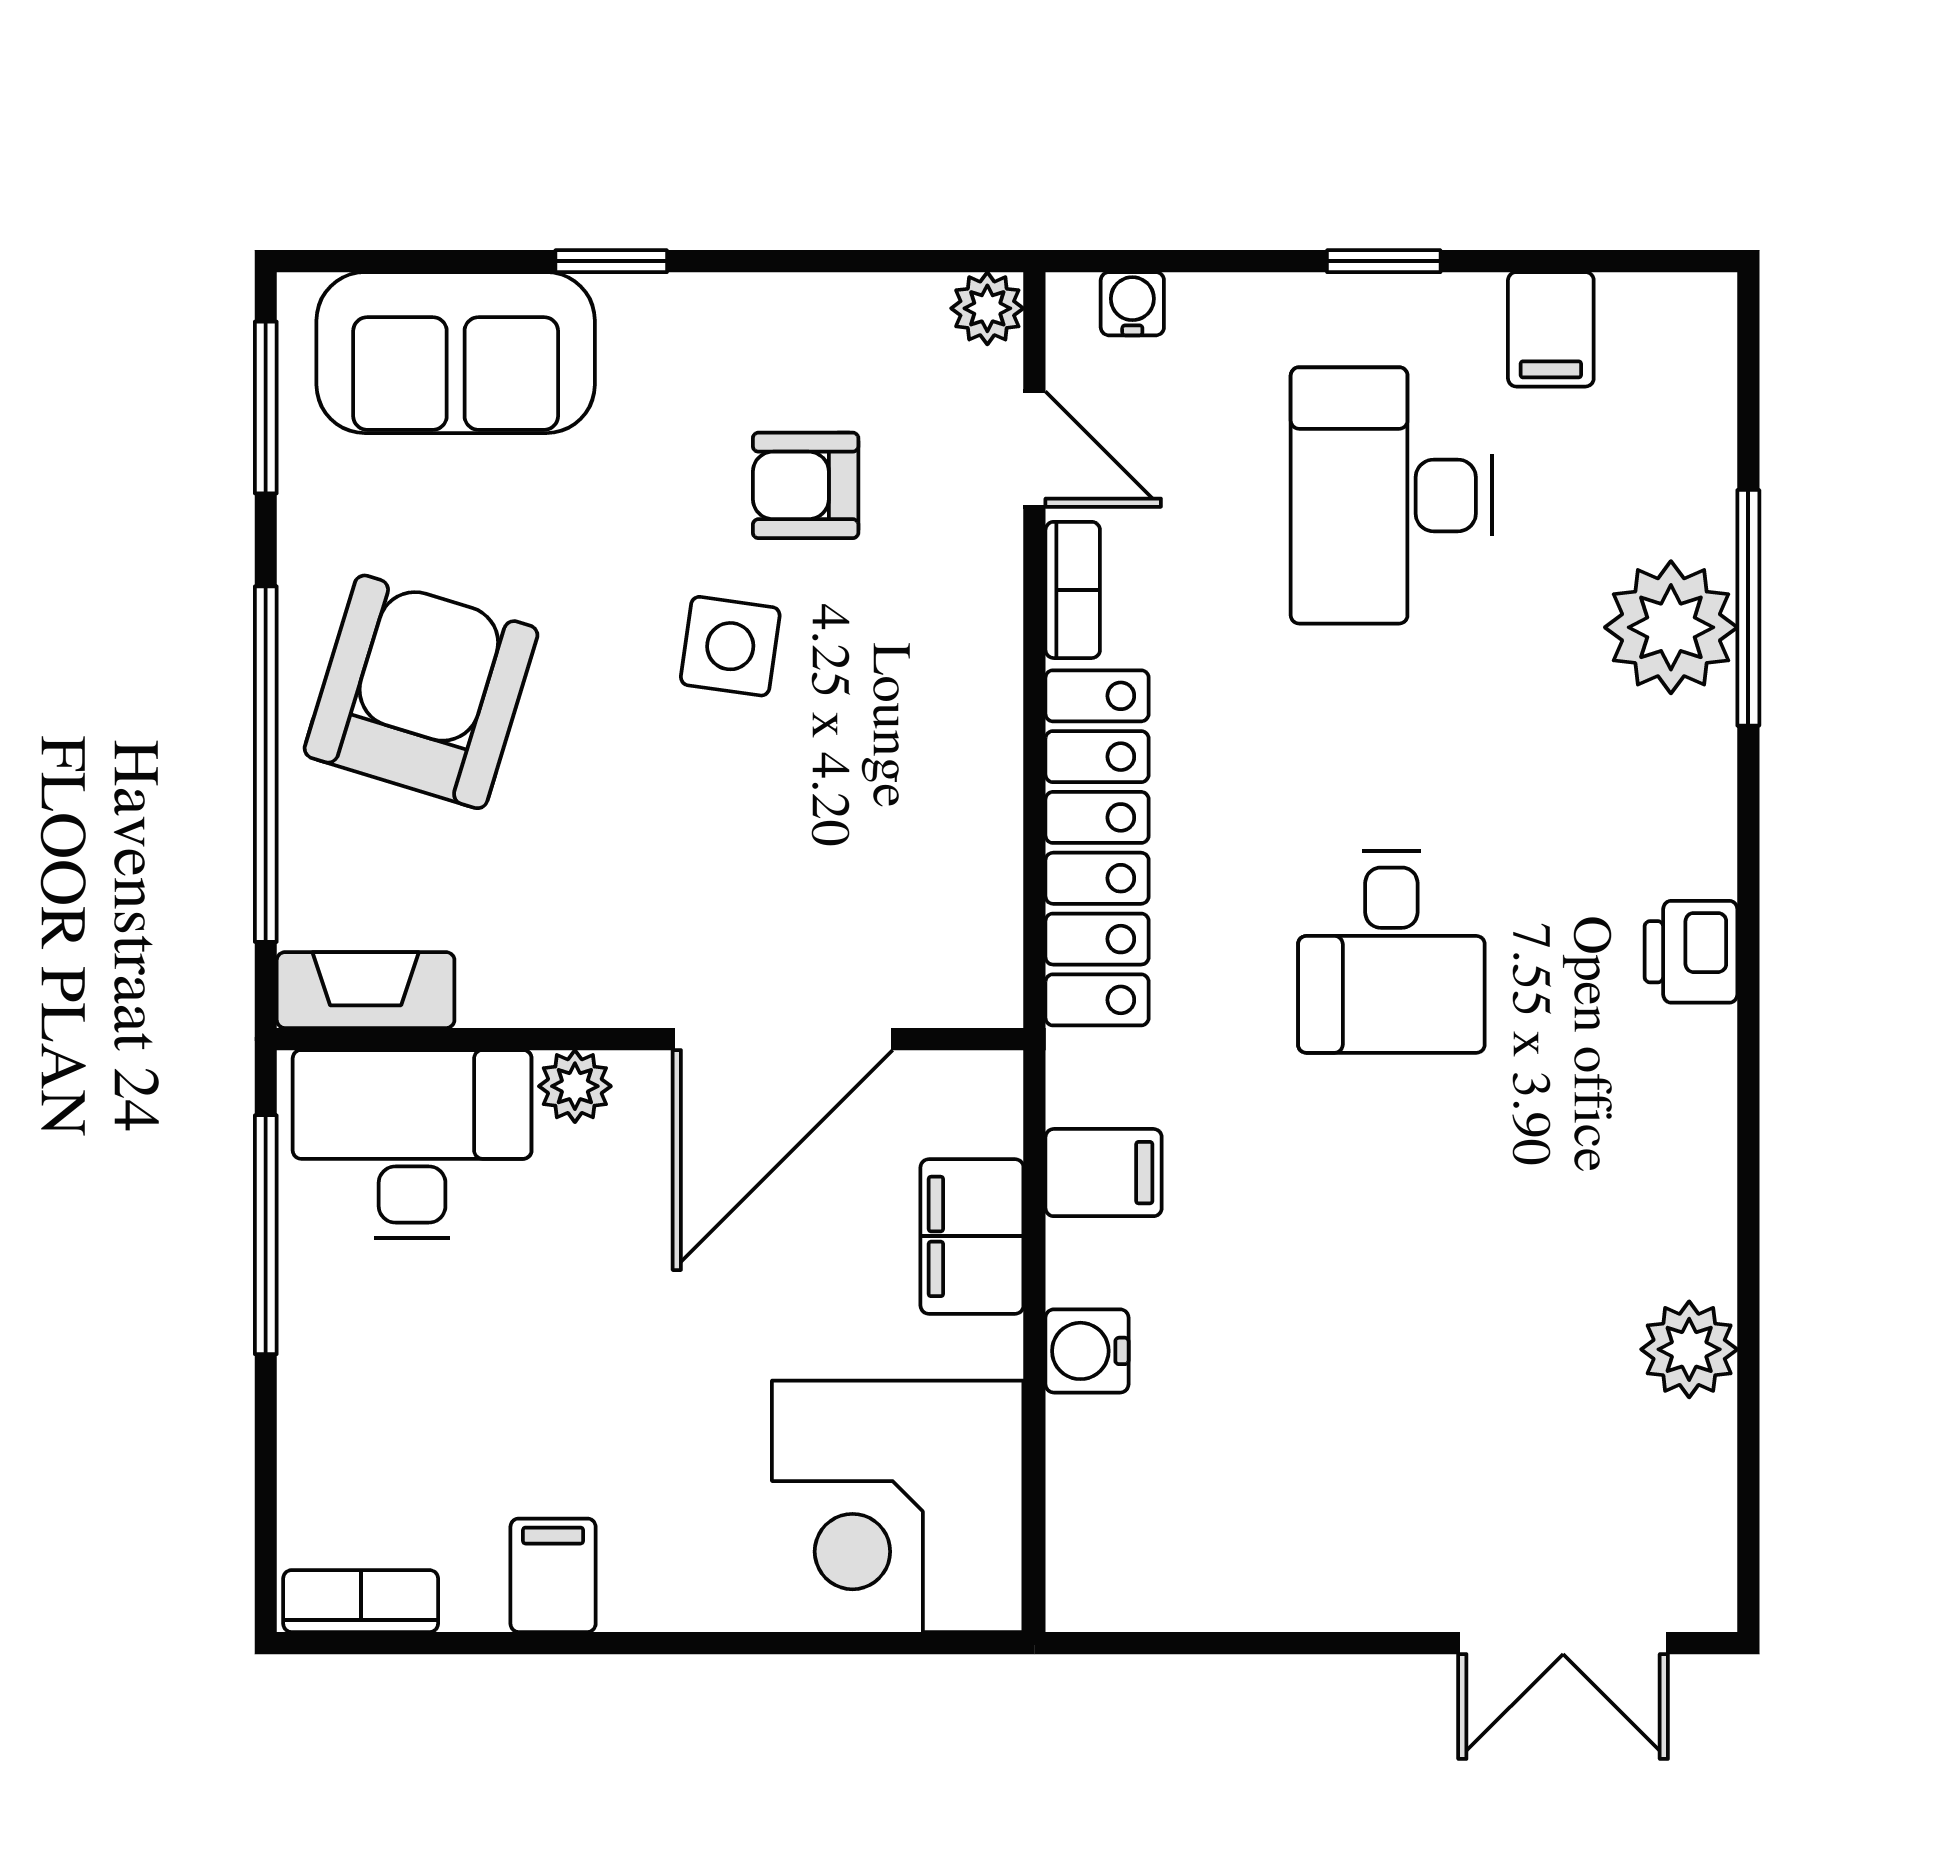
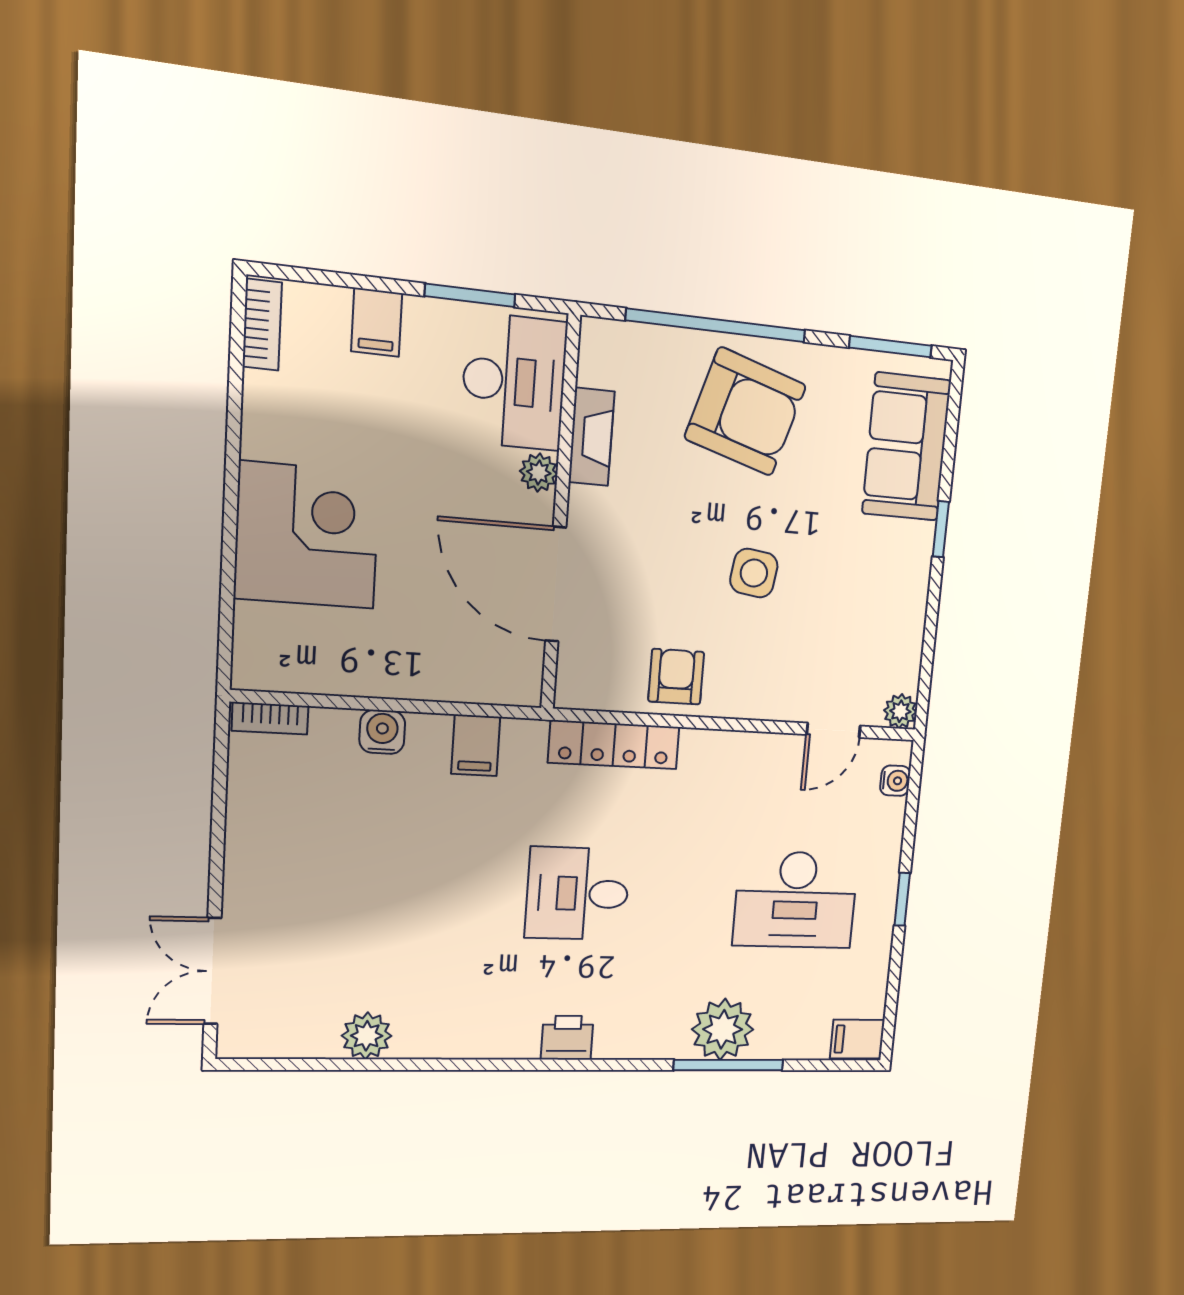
filing cabinet: (1551, 329) -> (857, 1039), moved
armchair: (806, 485) -> (676, 677), moved
desk: (1391, 495) -> (796, 900), turned 180
bookcase: (1073, 590) -> (270, 718), moved
locker: (1097, 848) -> (614, 745), width x0.71, depth x0.83
fireplace: (366, 990) -> (591, 437), moved
window: (266, 1235) -> (470, 295), width x0.69
filing cabinet: (972, 1236) -> (446, 676), removed
corner desk: (898, 1506) -> (307, 535), moved, turned 90
filing cabinet: (553, 1575) -> (377, 322), moved, turned 90

